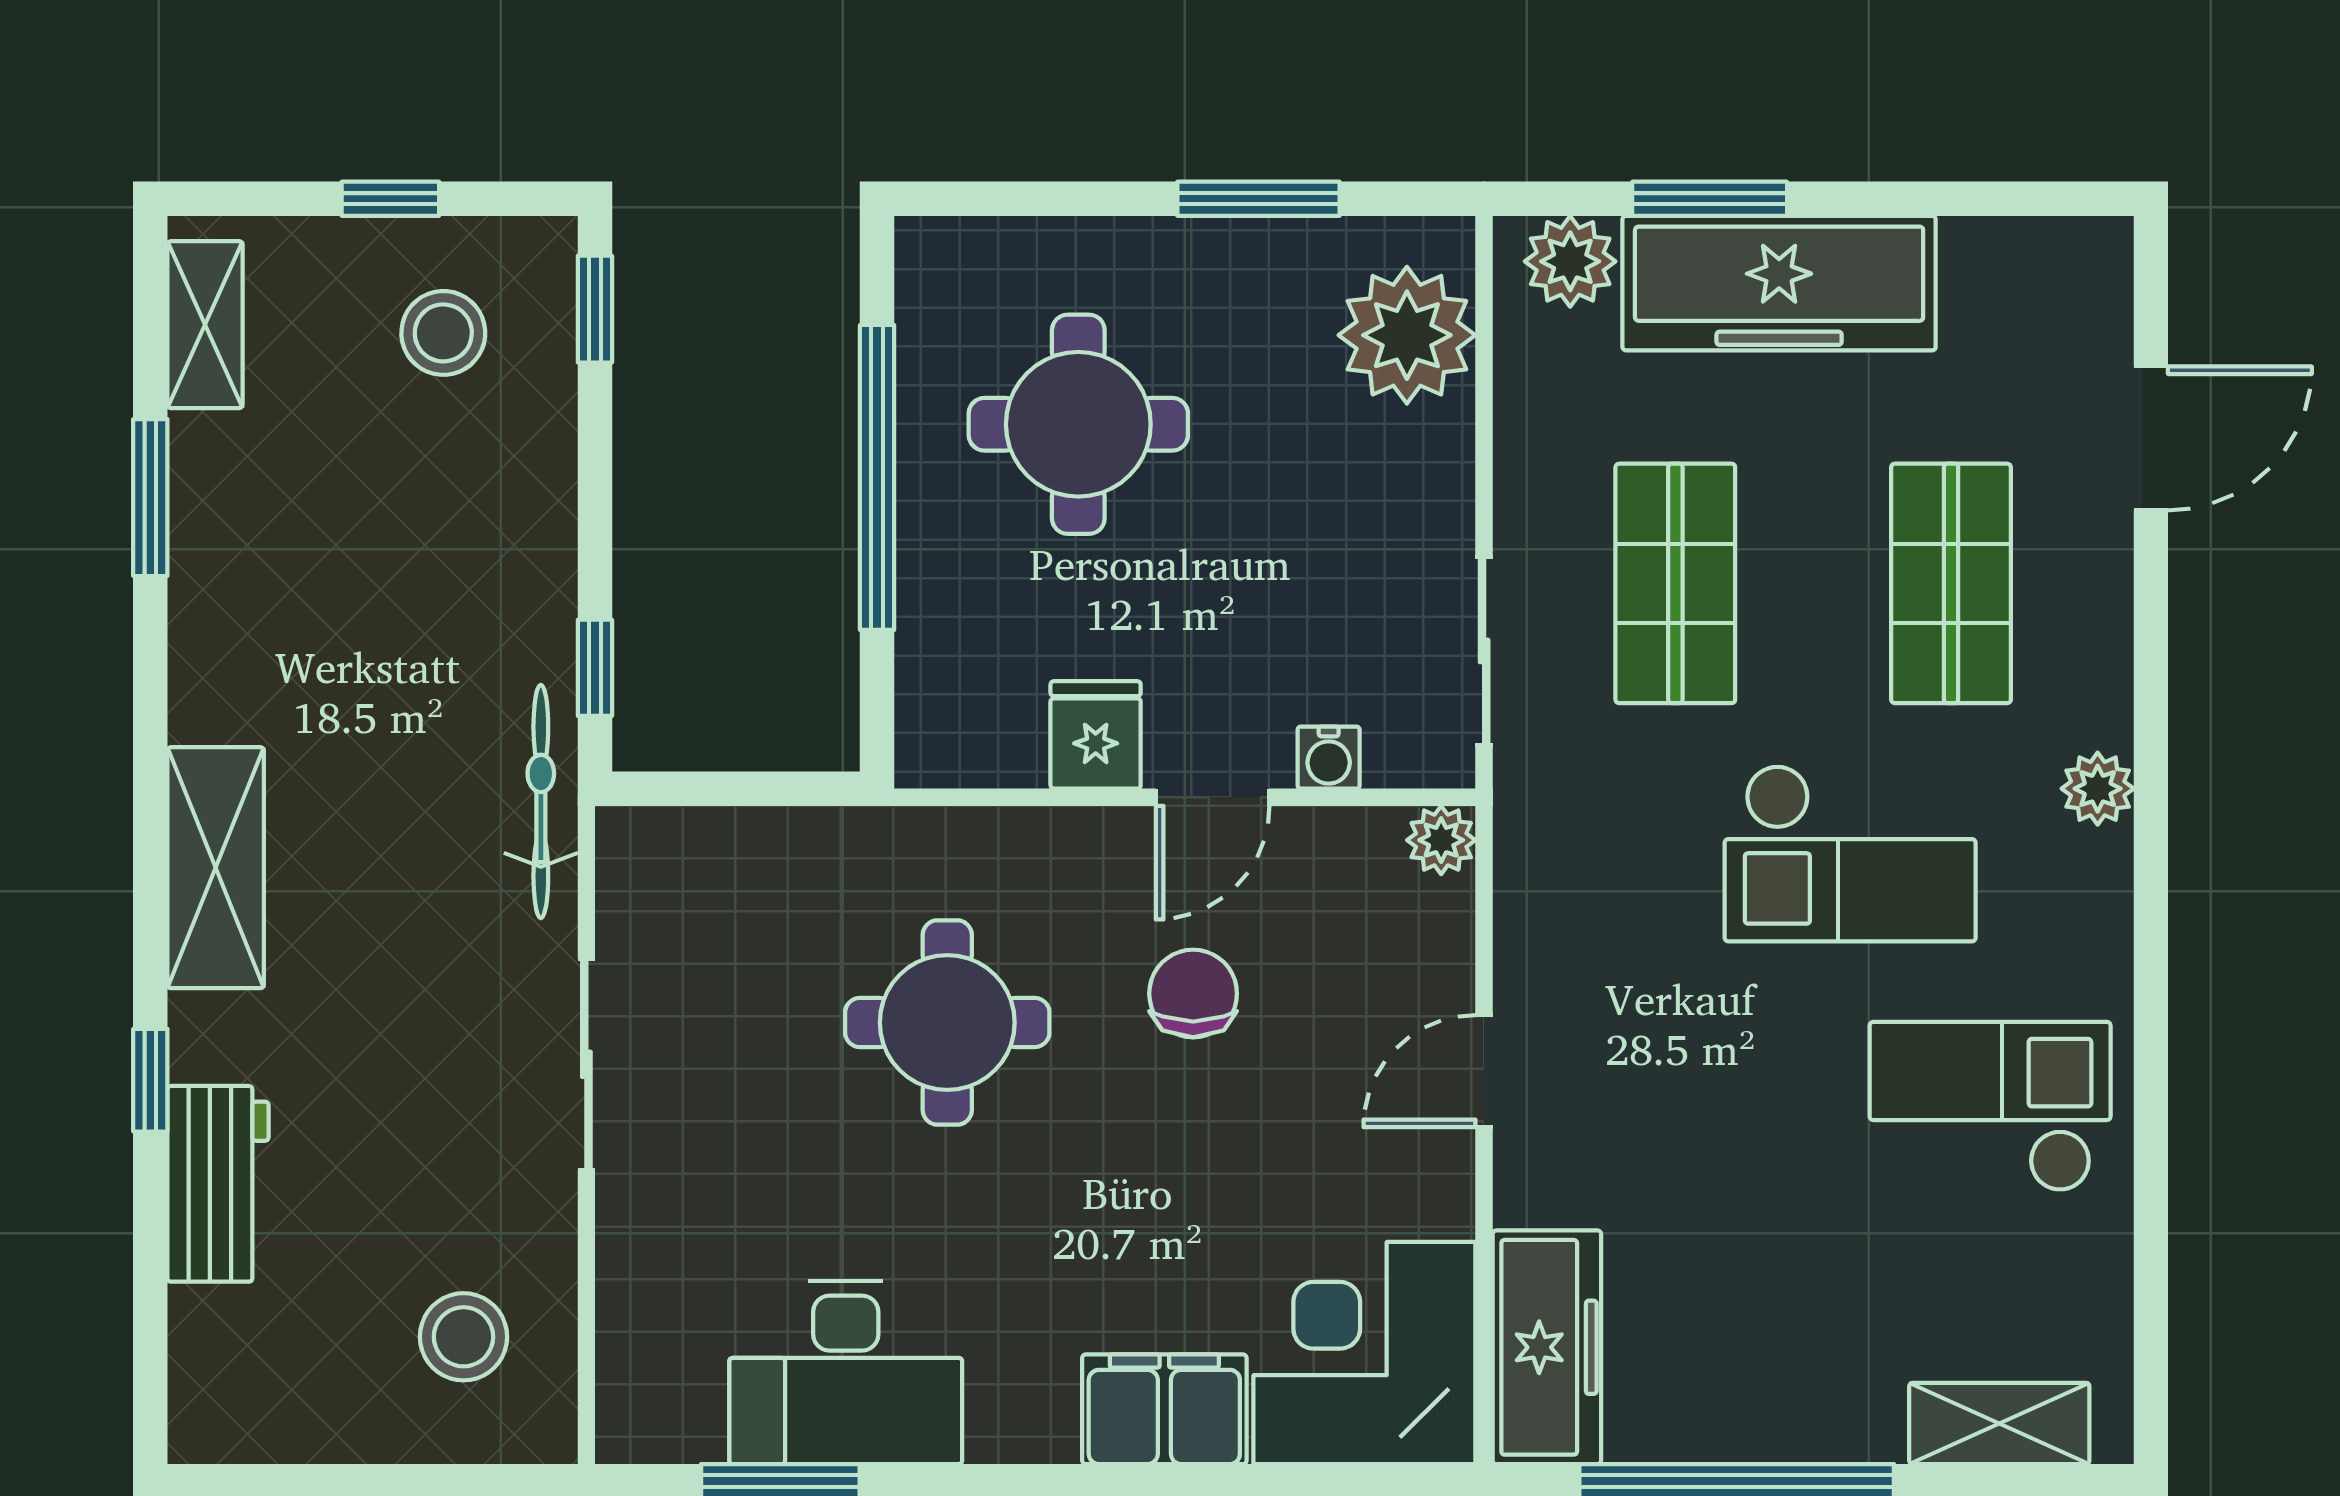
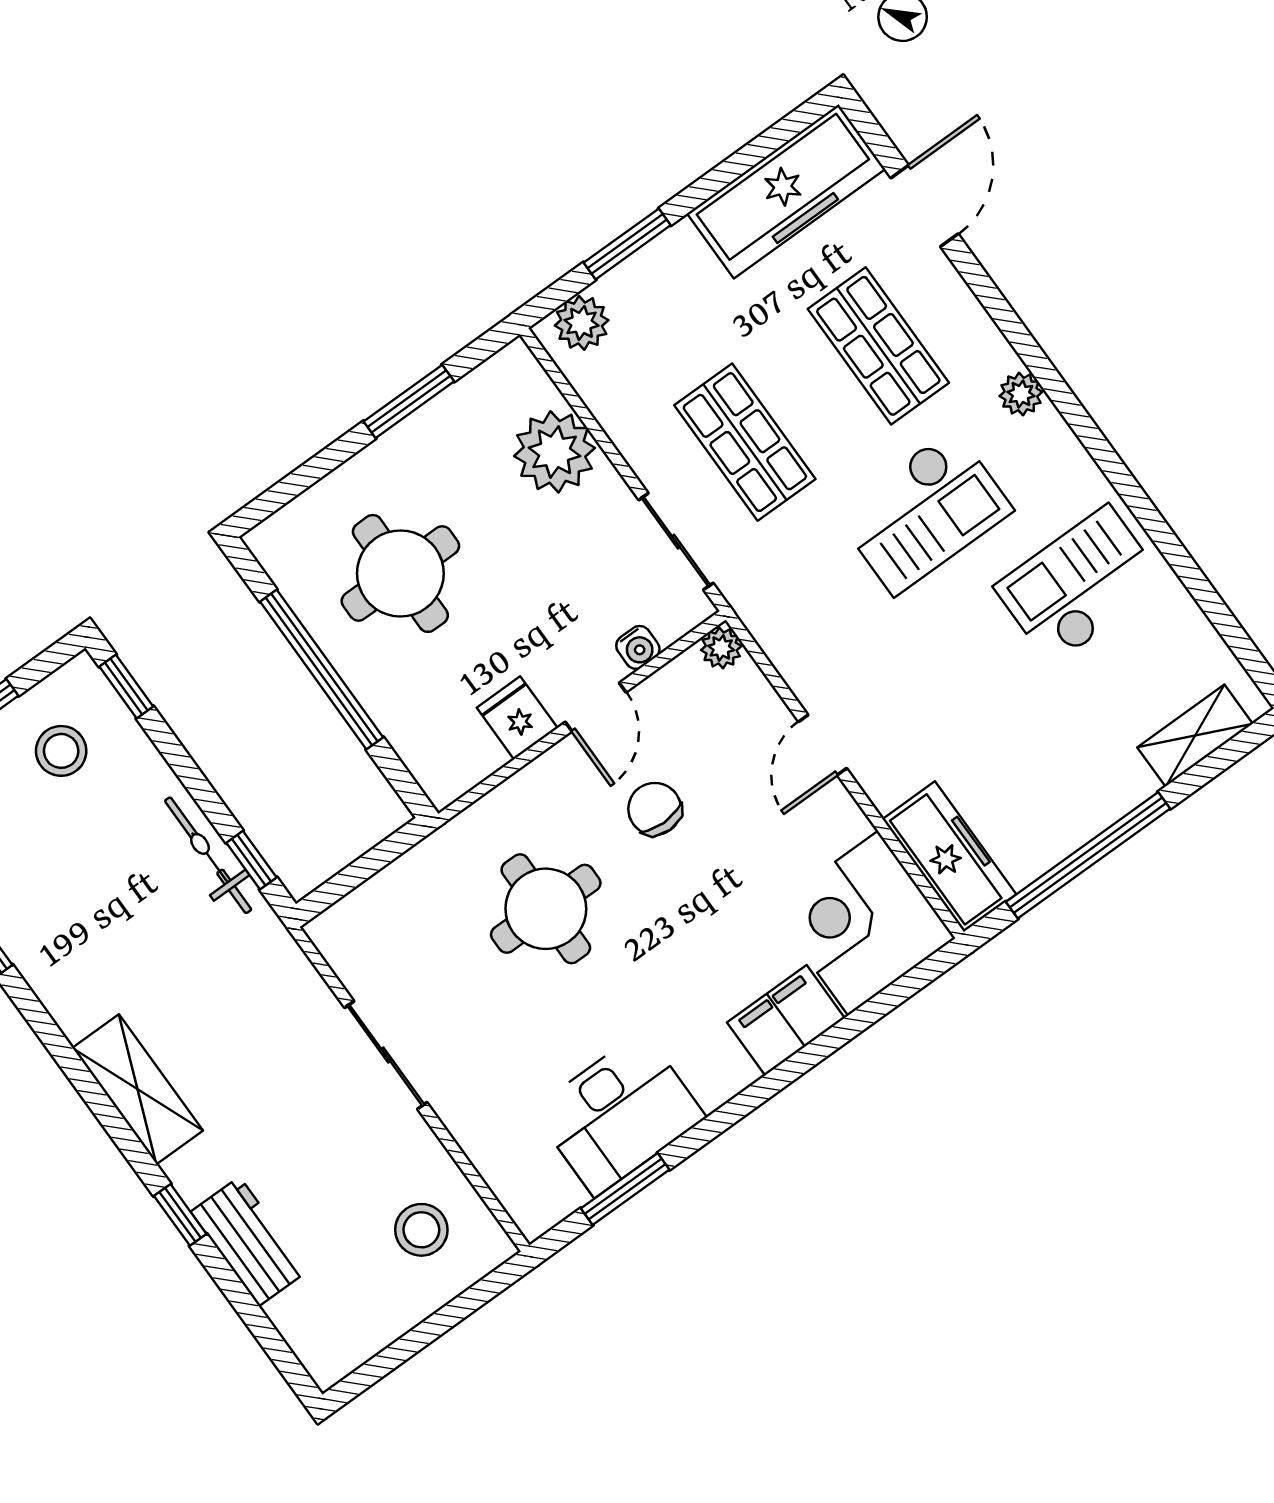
freezer: (1779, 283) -> (786, 191), moved
plant: (1407, 335) -> (555, 452), moved
bicycle: (541, 802) -> (208, 855), moved

